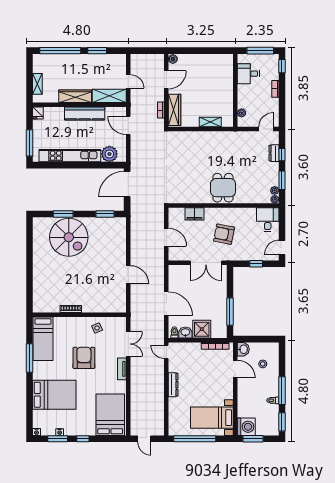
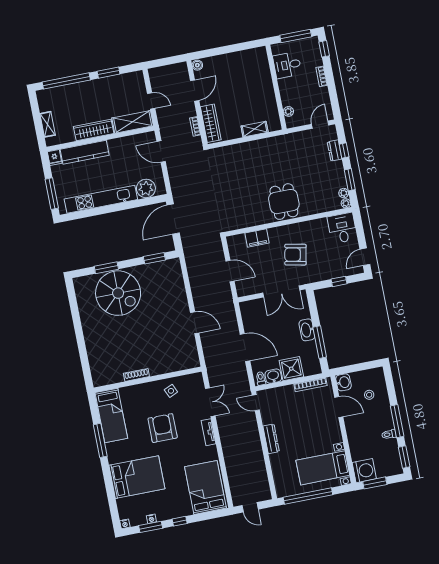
kitchen counter: (85, 114) -> (85, 152), moved
washbasin: (221, 299) -> (307, 330), added

